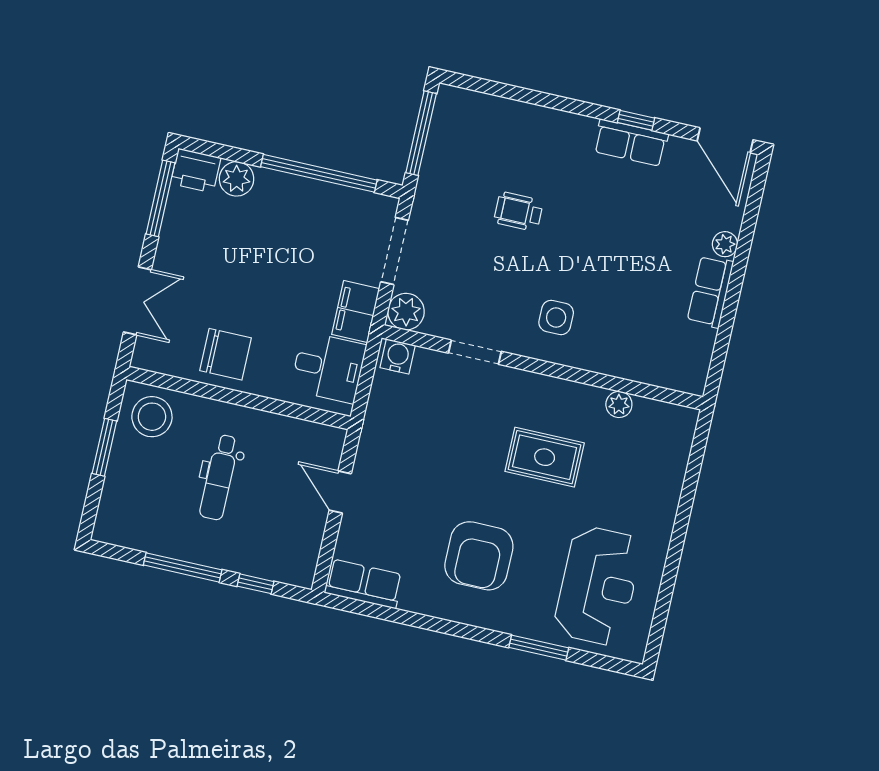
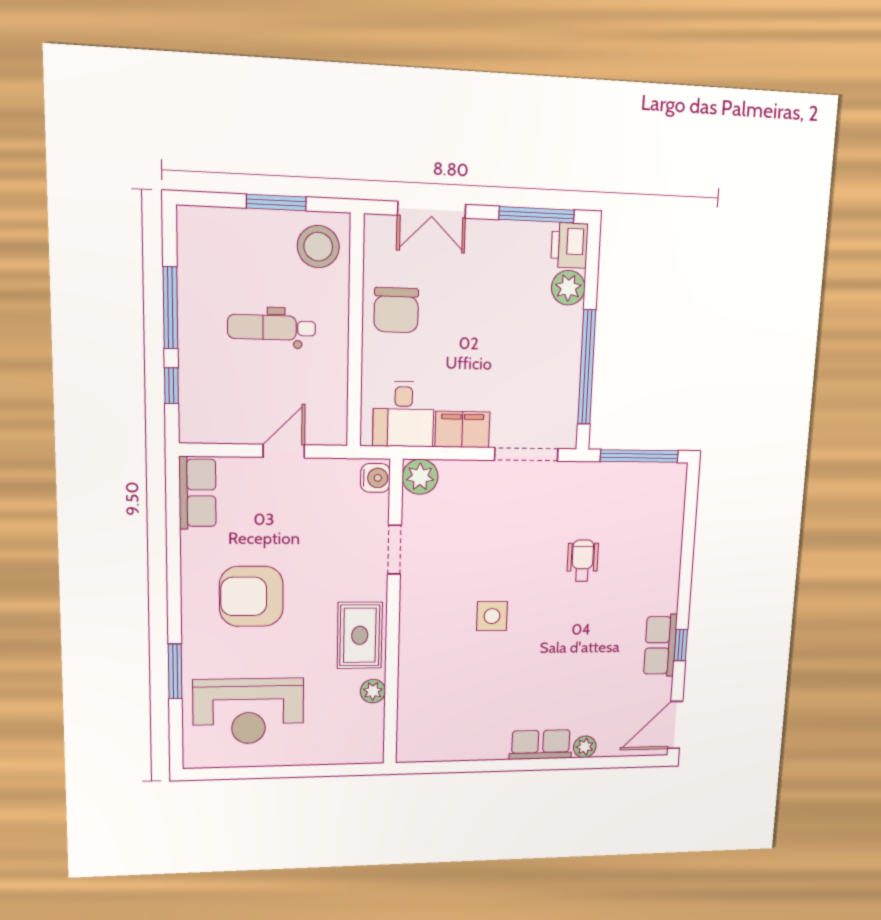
plant: (406, 312) -> (420, 477), moved
doorway: (475, 352) -> (394, 550), moved
water cooler: (398, 356) -> (375, 478), moved
wall: (542, 367) -> (393, 615), moved
plant: (619, 404) -> (373, 691), moved

